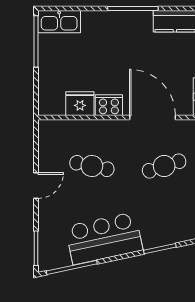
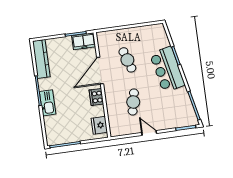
kitchen sink: (59, 22) -> (48, 103), moved
fridge: (80, 104) -> (99, 125), moved
bar counter: (104, 238) -> (167, 69), moved

